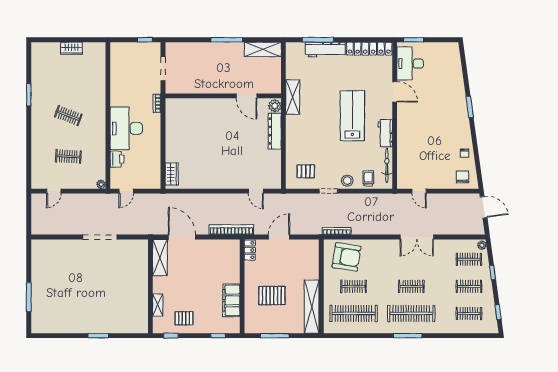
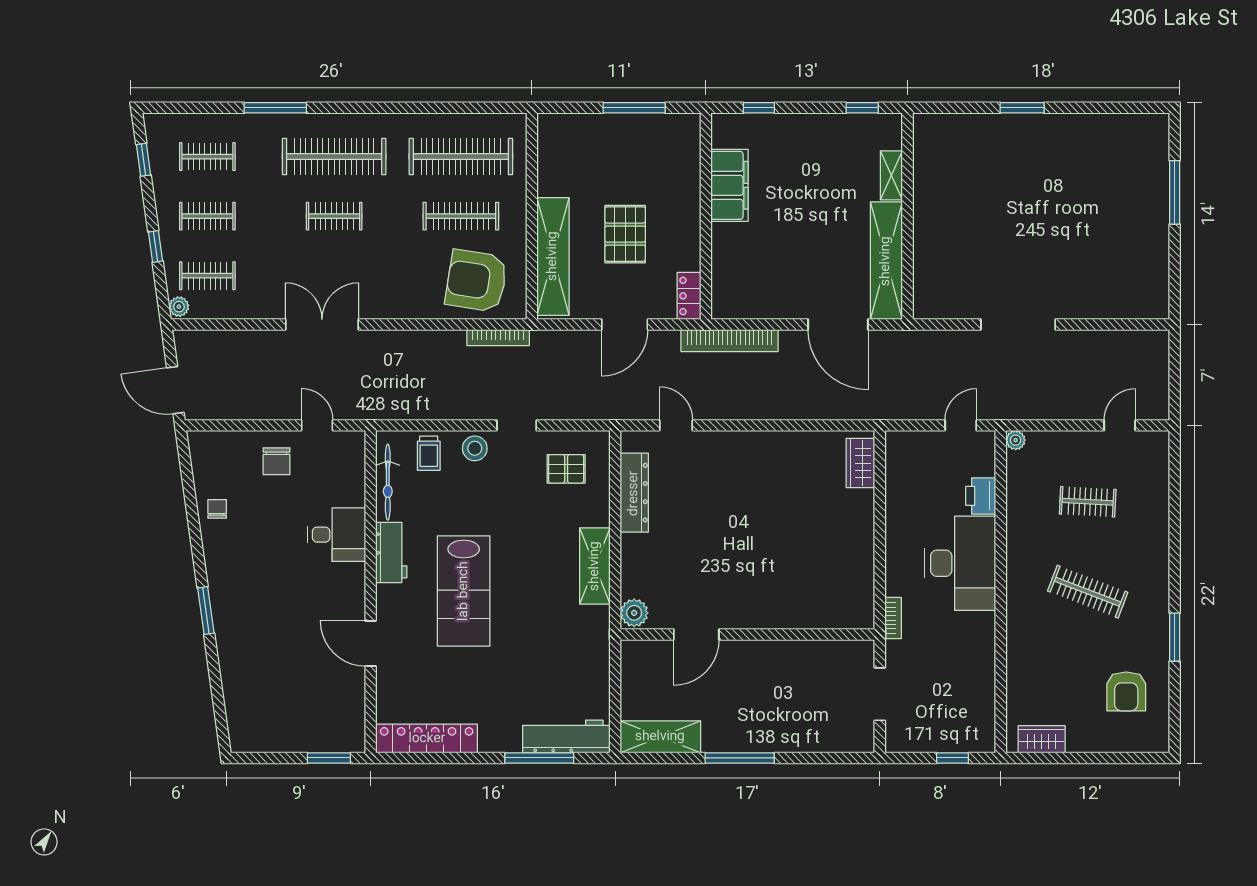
window: (145, 40) -> (952, 758), moved
wardrobe: (71, 48) -> (1042, 739), moved
workbench: (325, 50) -> (566, 737), moved
desk: (410, 64) -> (337, 535), moved, width x0.73
armchair: (51, 70) -> (1126, 691), added
door: (246, 96) -> (696, 634), swing flipped
shelving: (293, 97) -> (595, 566), moved
clothes rail: (68, 115) -> (1088, 592), width x1.36
dresser: (275, 131) -> (634, 493), moved
chair: (463, 177) -> (277, 461), moved
shelving: (160, 258) -> (886, 261), width x1.47
clothes rail: (354, 286) -> (461, 216), width x1.36
pallet: (272, 296) -> (625, 234), moved, turned 90
shelving: (312, 307) -> (553, 256), moved
pallet: (184, 318) -> (834, 146), removed
window: (408, 336) -> (275, 108), moved

